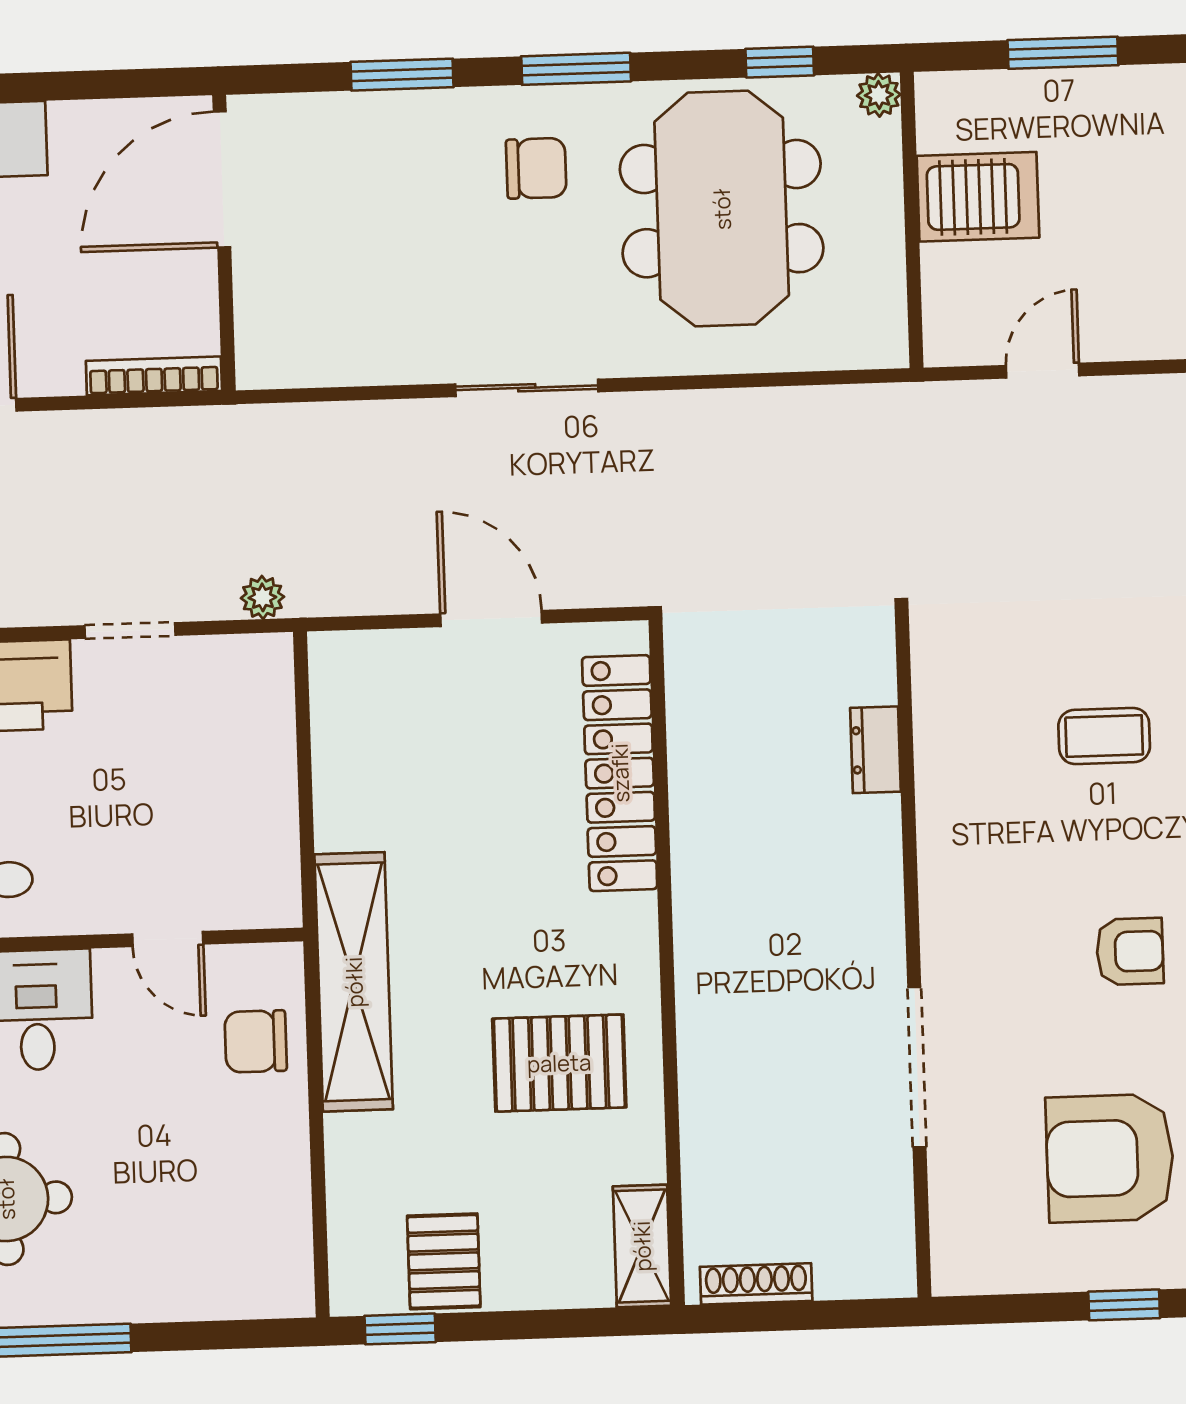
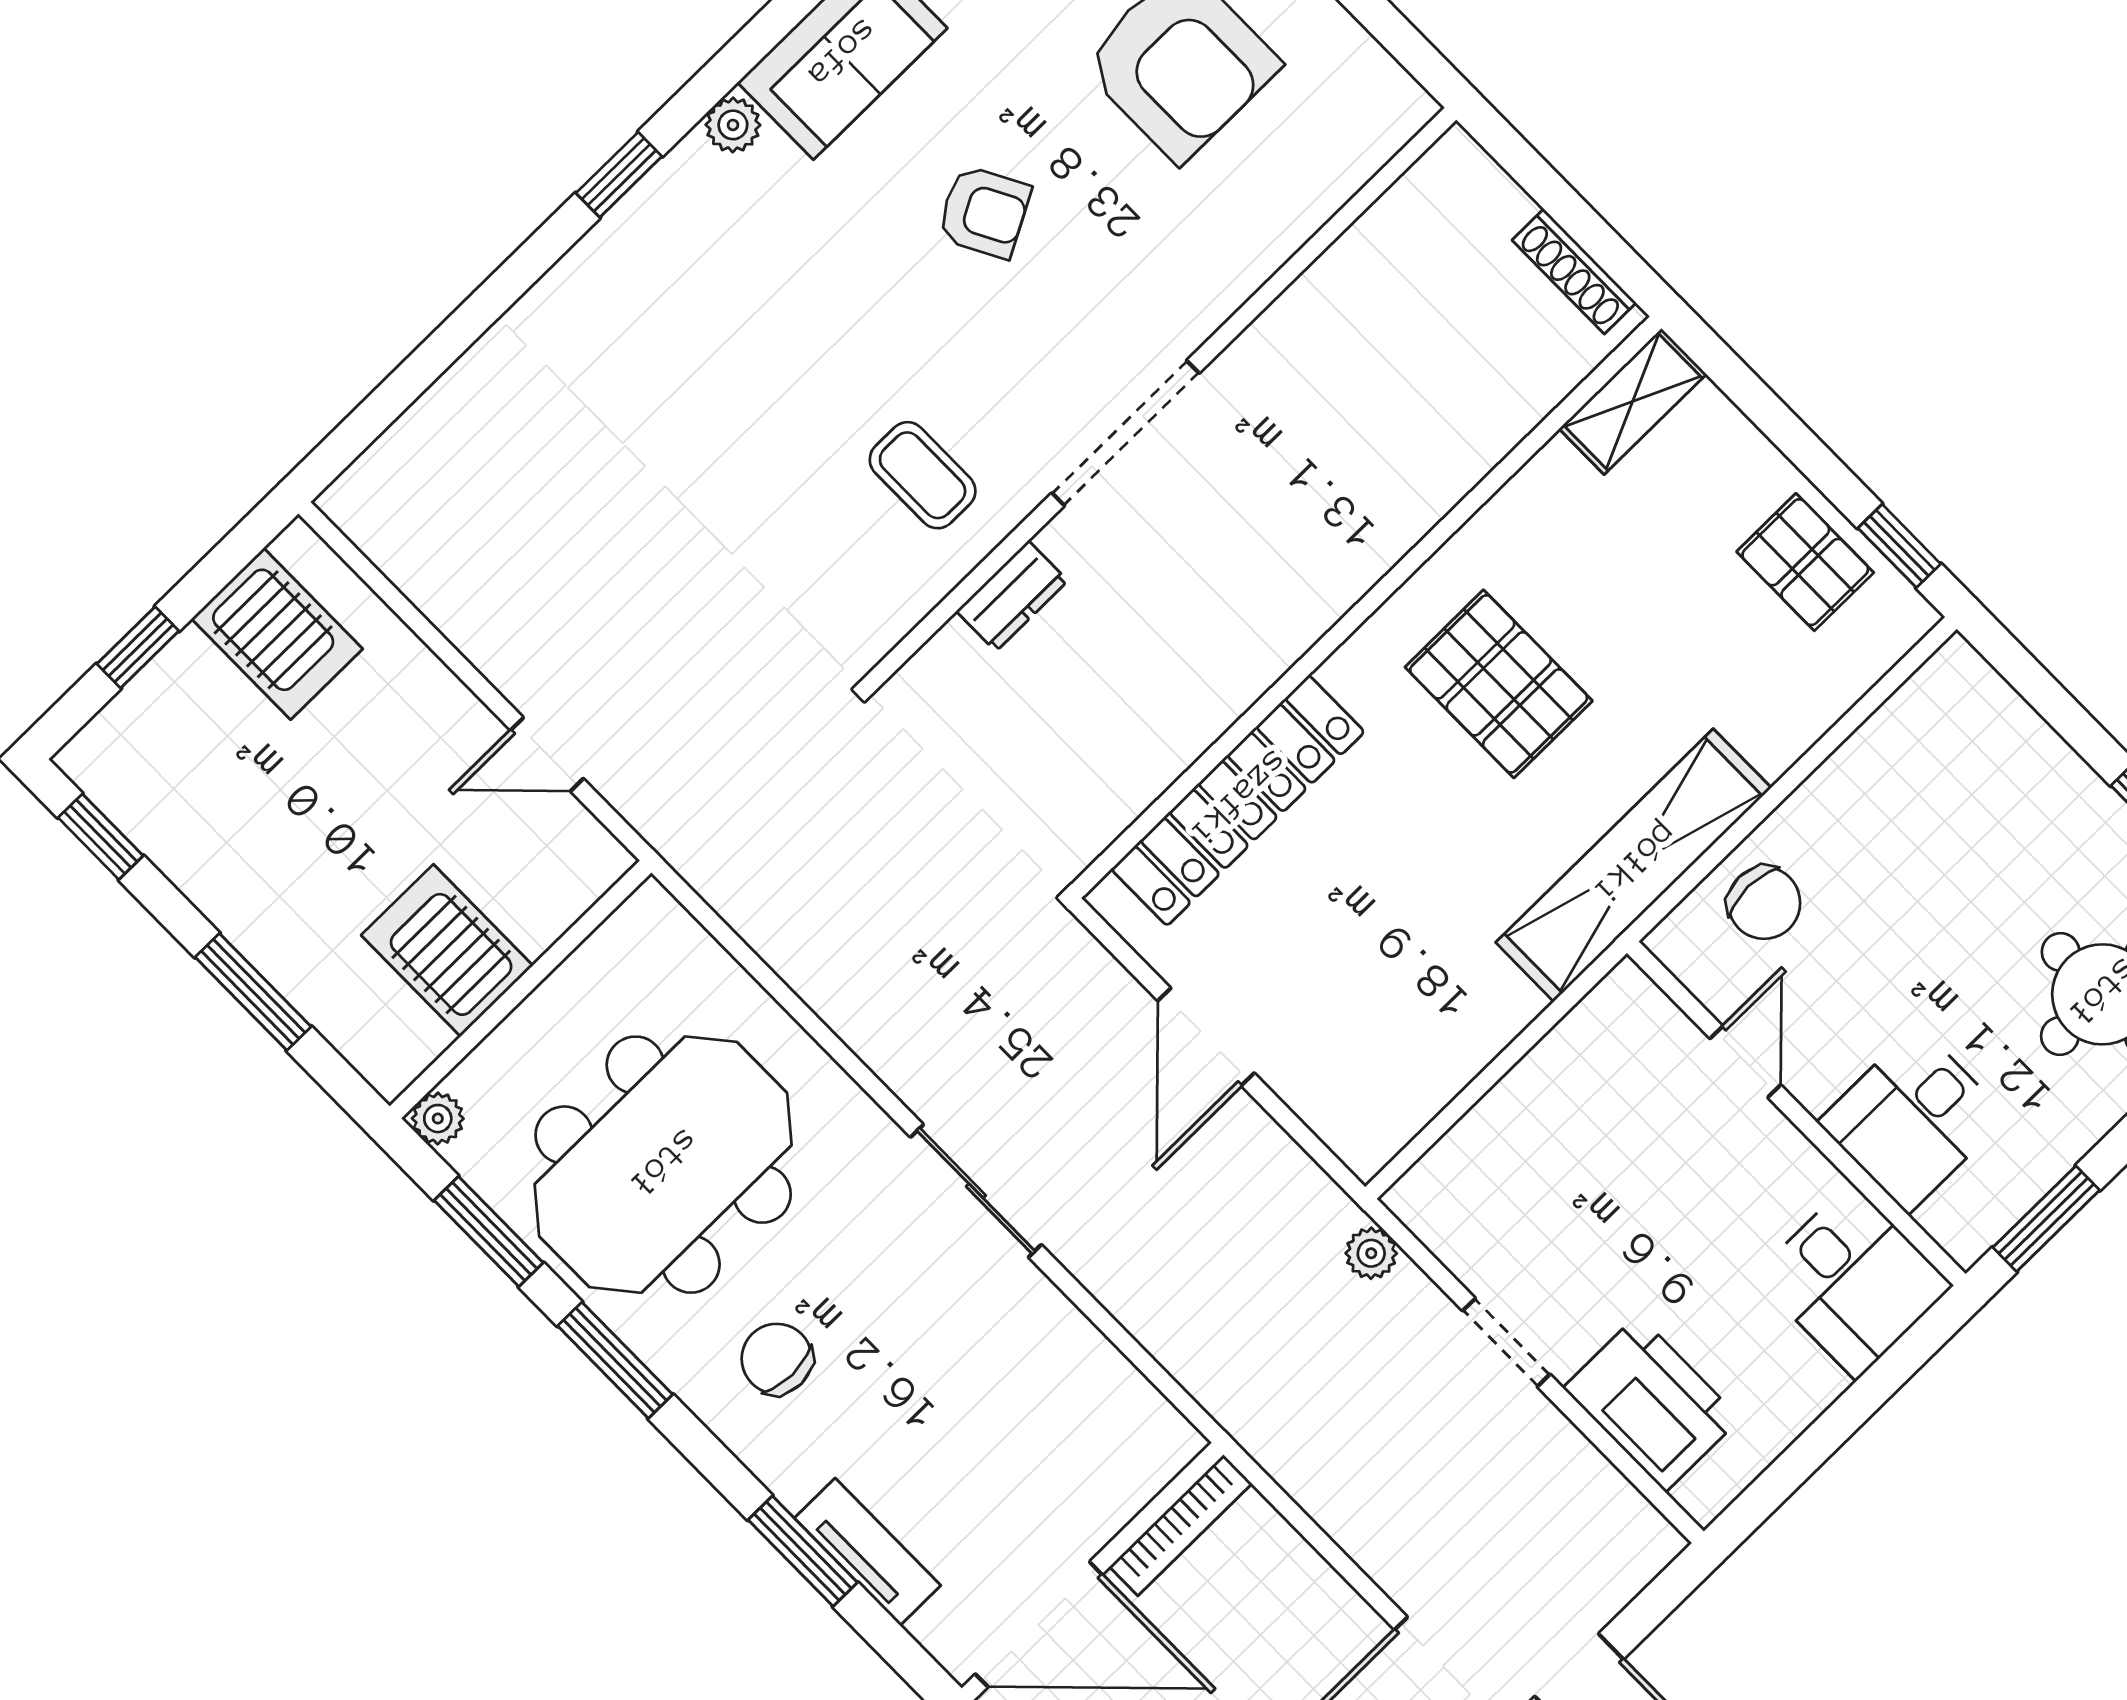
window: (780, 62) -> (489, 1231), width x1.50
window: (576, 69) -> (615, 1360), moved
tv unit: (365, 114) -> (868, 1552), added
bookcase: (154, 376) -> (1181, 1525), moved, turned -90
coffee table: (1104, 736) -> (923, 475), moved
armchair: (1130, 951) -> (984, 212), turned 152
pallet: (559, 1063) -> (1499, 684), moved
doorway: (917, 1067) -> (1125, 433), moved
pallet: (444, 1261) -> (1805, 562), turned 90

